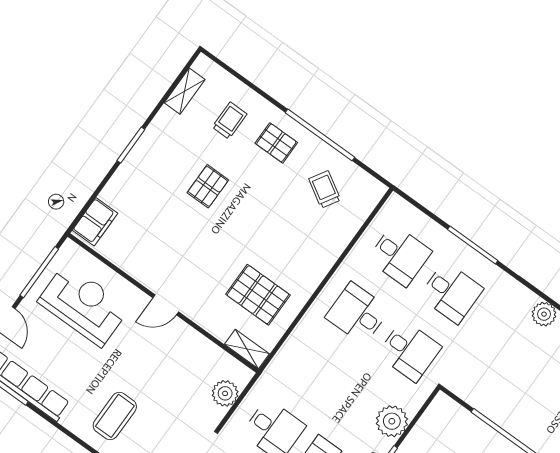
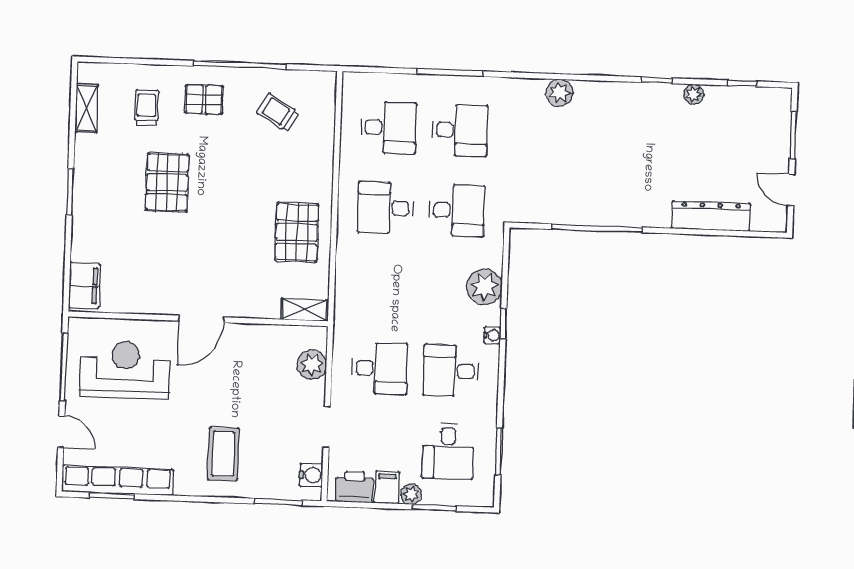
pallet: (208, 186) -> (167, 182), width x1.50, depth x1.42
pallet: (258, 295) -> (297, 232), moved, turned 90
door: (166, 305) -> (202, 319), width x1.38

